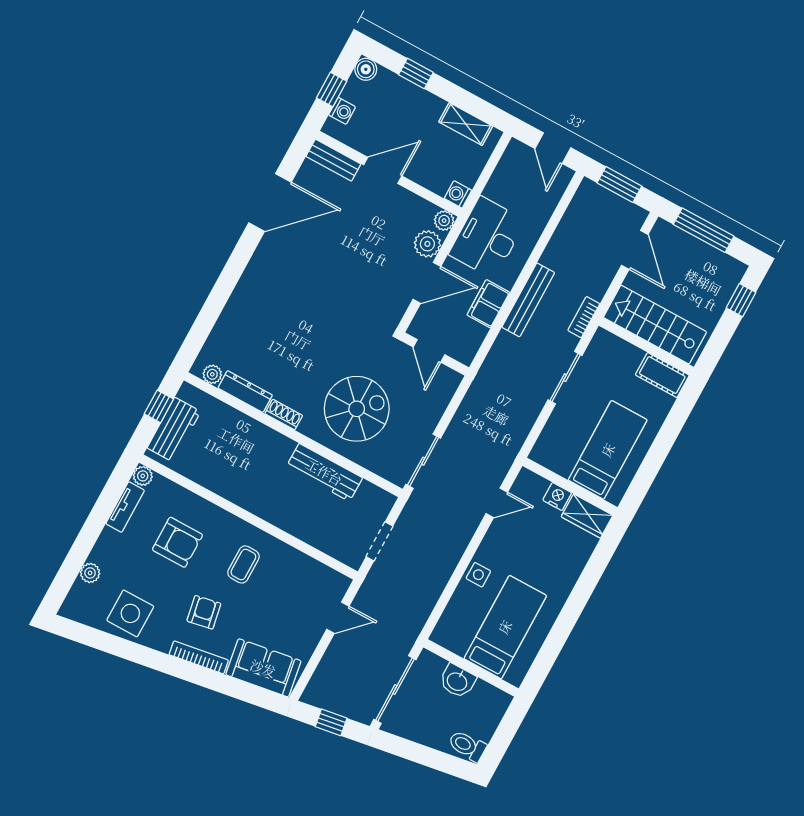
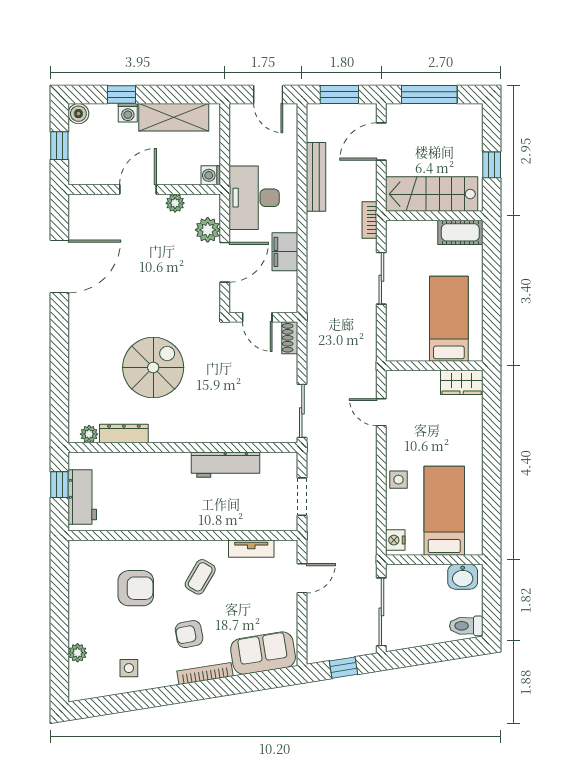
washing machine: (342, 111) -> (128, 113), moved, turned 90
shelving: (466, 124) -> (174, 117), width x1.50, depth x1.33
bench: (333, 160) -> (93, 203), removed
plant: (444, 221) -> (175, 203), moved
door: (635, 250) -> (381, 142), swing flipped
bench: (528, 300) -> (316, 177), moved
window: (741, 300) -> (492, 165), moved
spiral stairs: (357, 409) -> (153, 367), moved
shoe rack: (284, 415) -> (290, 338), moved, turned -90
plant: (143, 476) -> (77, 549), removed
nightstand: (557, 497) -> (395, 540), moved, turned -90
door: (497, 503) -> (381, 412), swing flipped
tv unit: (125, 507) -> (251, 549), moved, turned 90
coffee table: (243, 564) -> (200, 577), turned 30
armchair: (204, 612) -> (189, 634), turned -90
side table: (130, 613) -> (129, 668), width x0.54, depth x0.54
washbasin: (457, 681) -> (463, 577), moved

